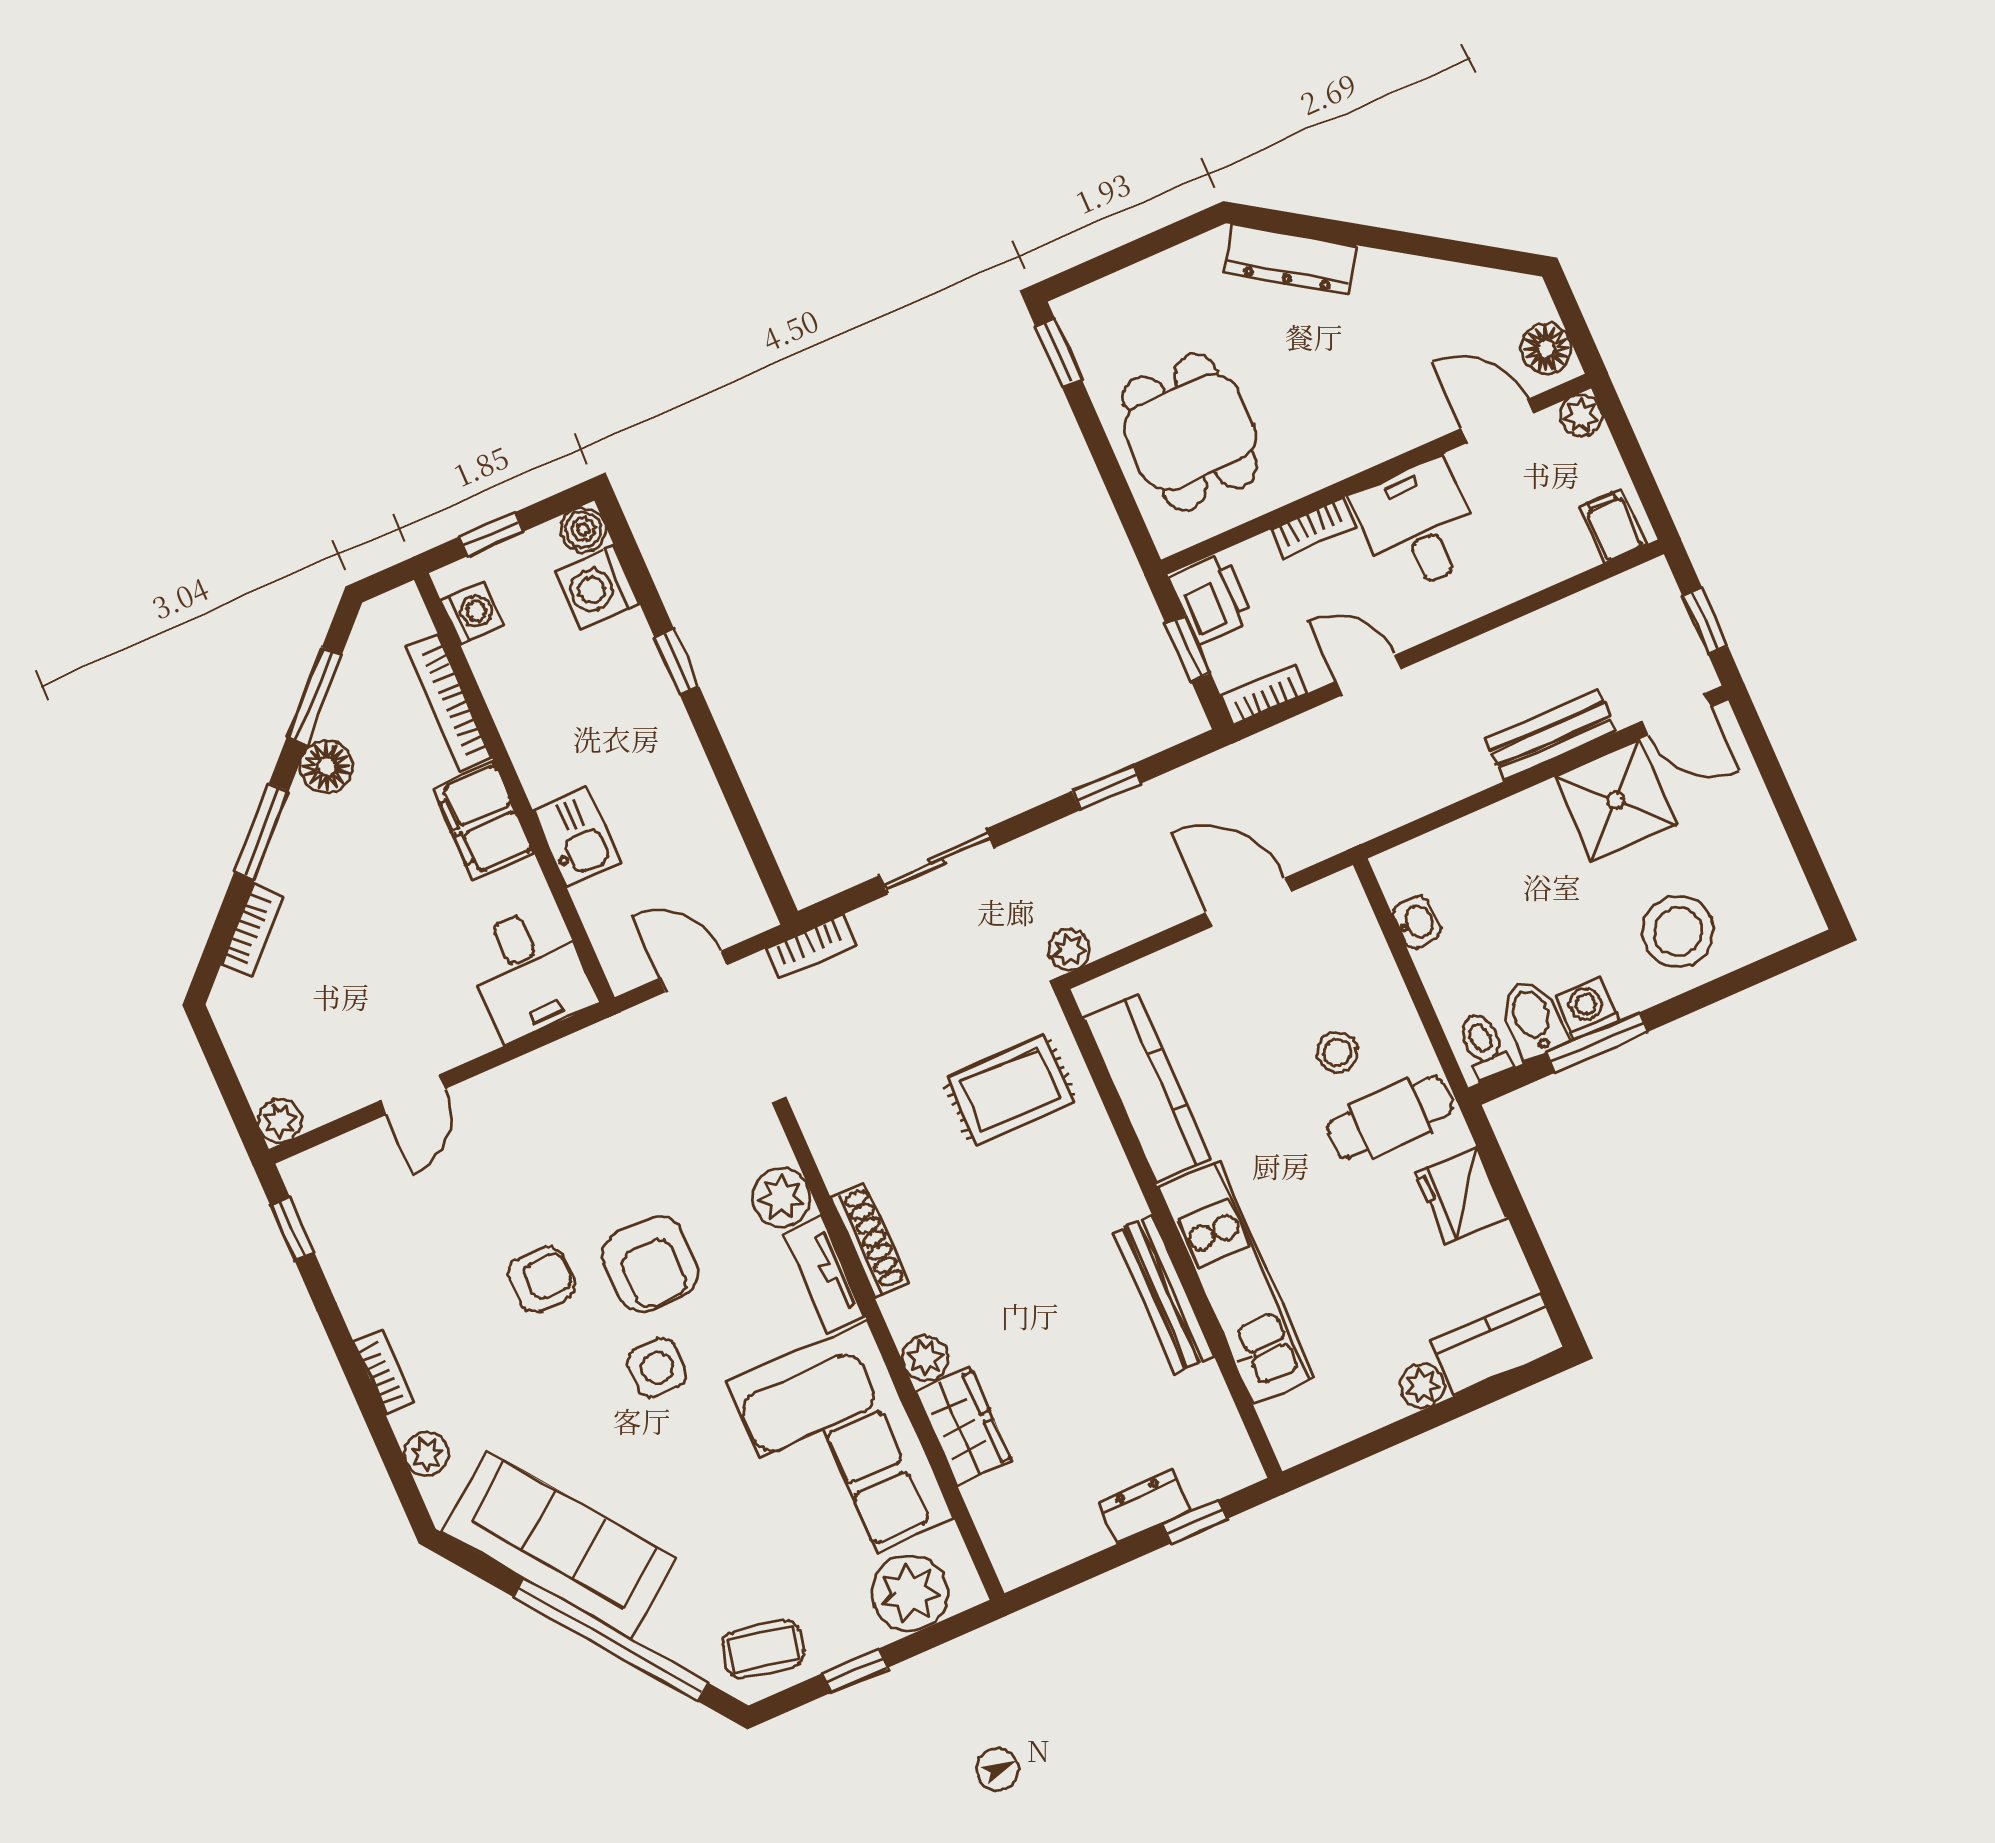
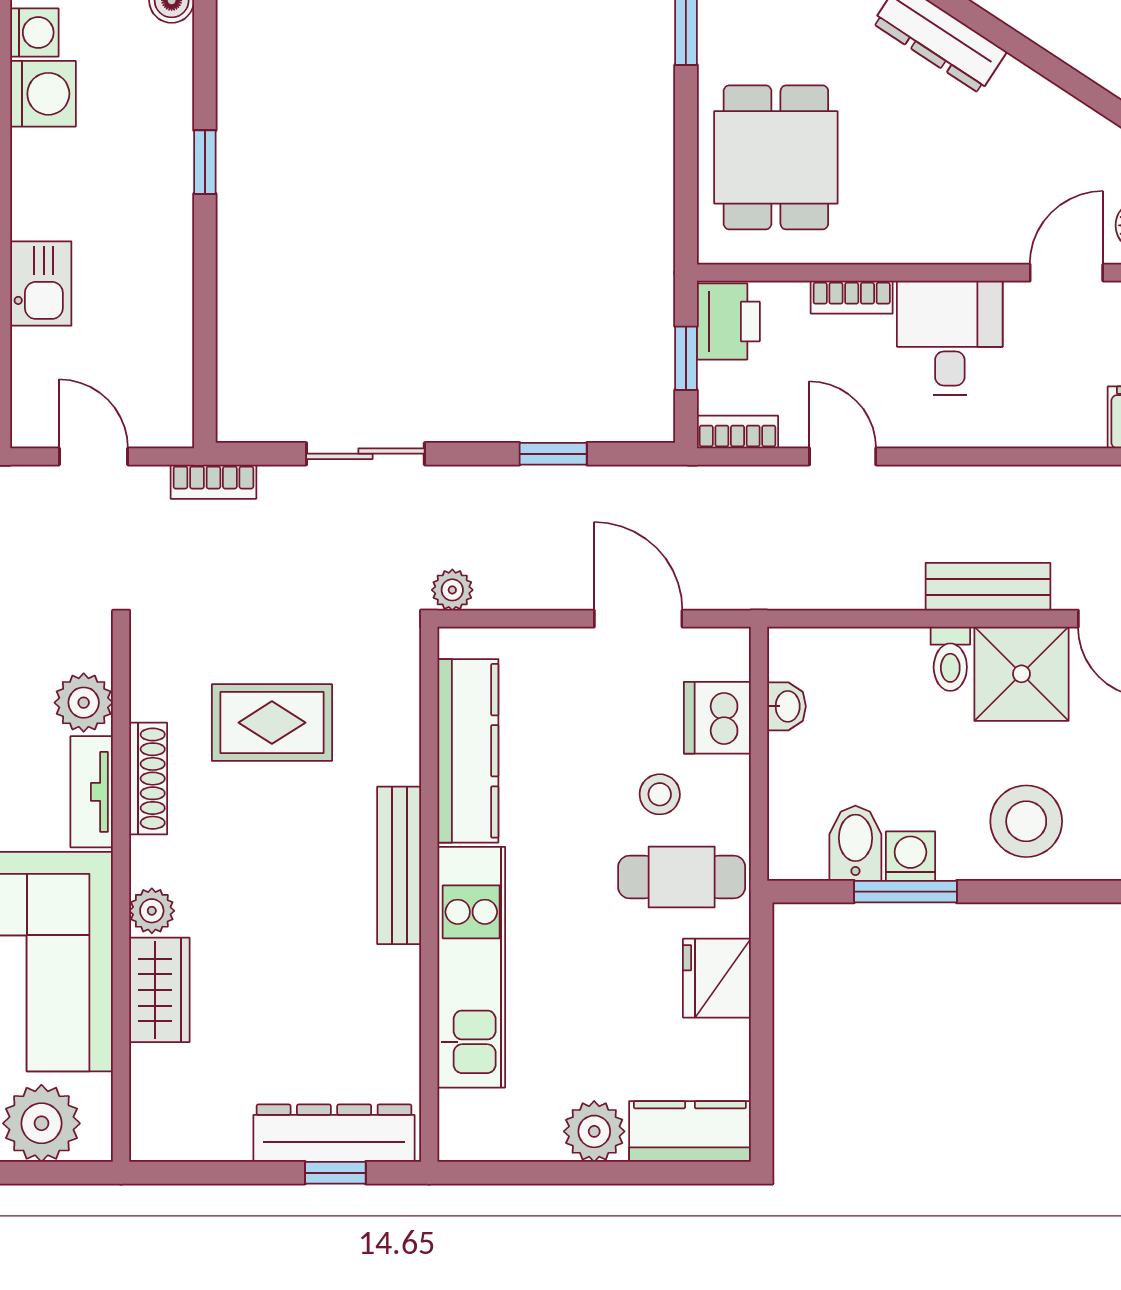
door: (1497, 421) -> (1066, 273), hinge flipped
washing machine: (597, 587) -> (43, 94), moved, turned 180
dishwasher: (1359, 960) -> (717, 718), added
toilet: (1484, 1046) -> (950, 659), moved, turned 180
rug: (1010, 1090) -> (272, 723), moved
bench: (1163, 1294) -> (399, 865), moved
plant: (1422, 1386) -> (594, 1131), width x1.38, depth x1.38
dresser: (1144, 1507) -> (334, 1133), width x1.96, depth x1.24

